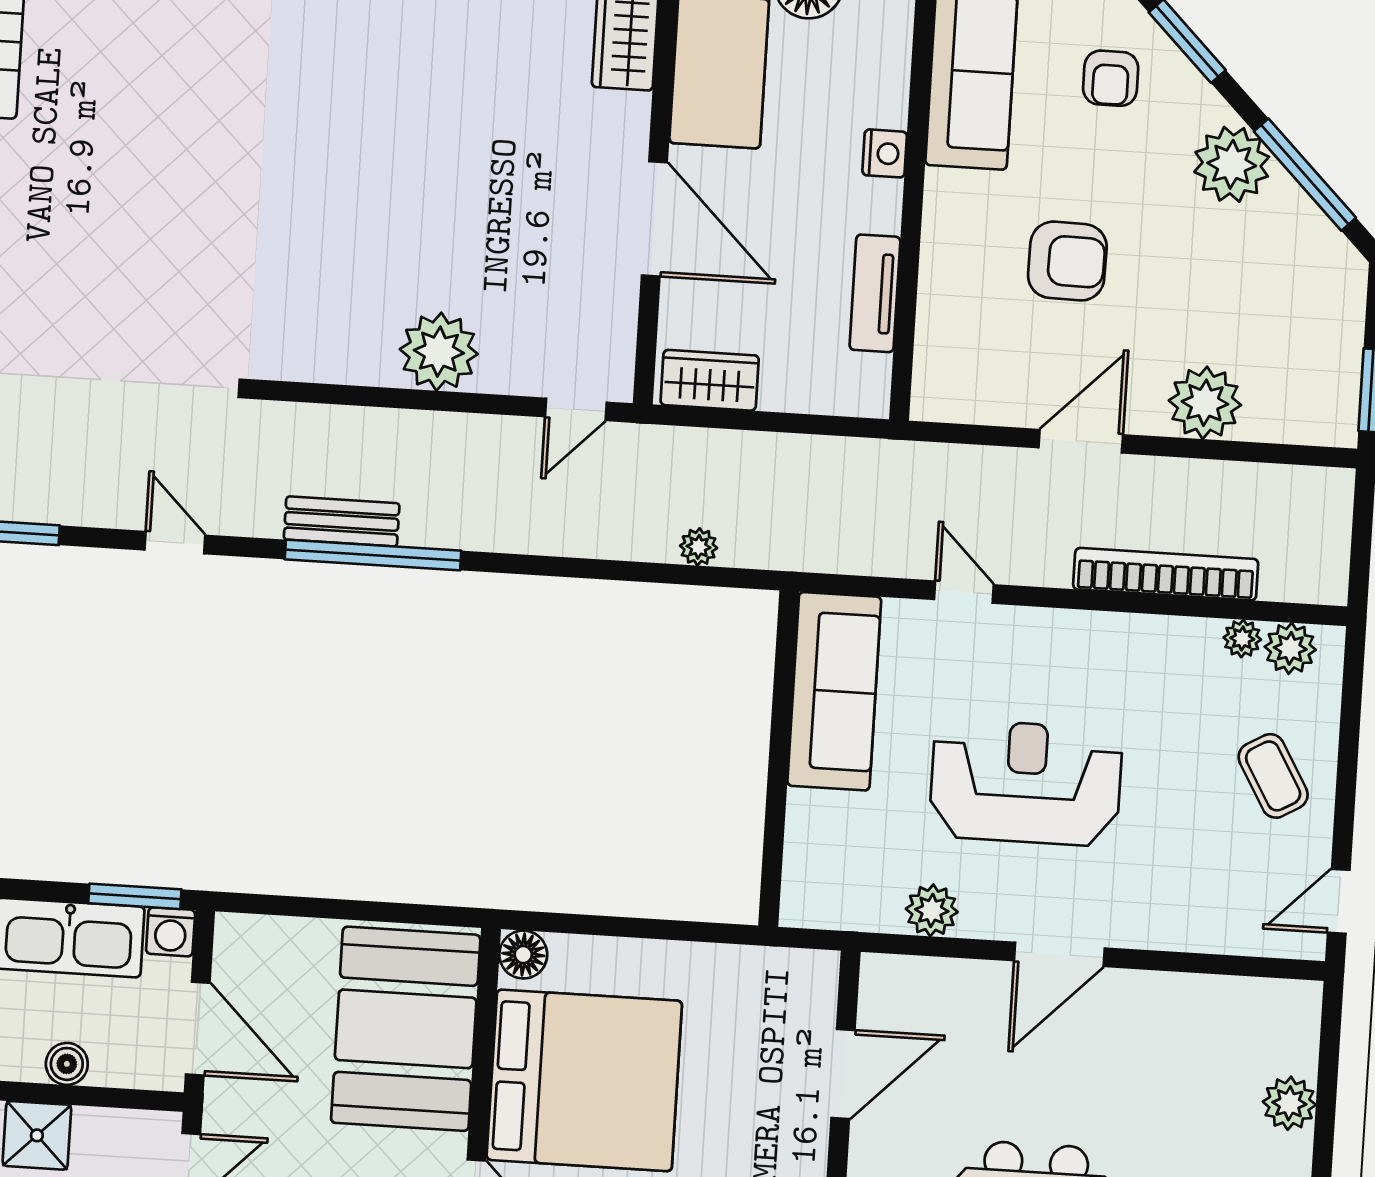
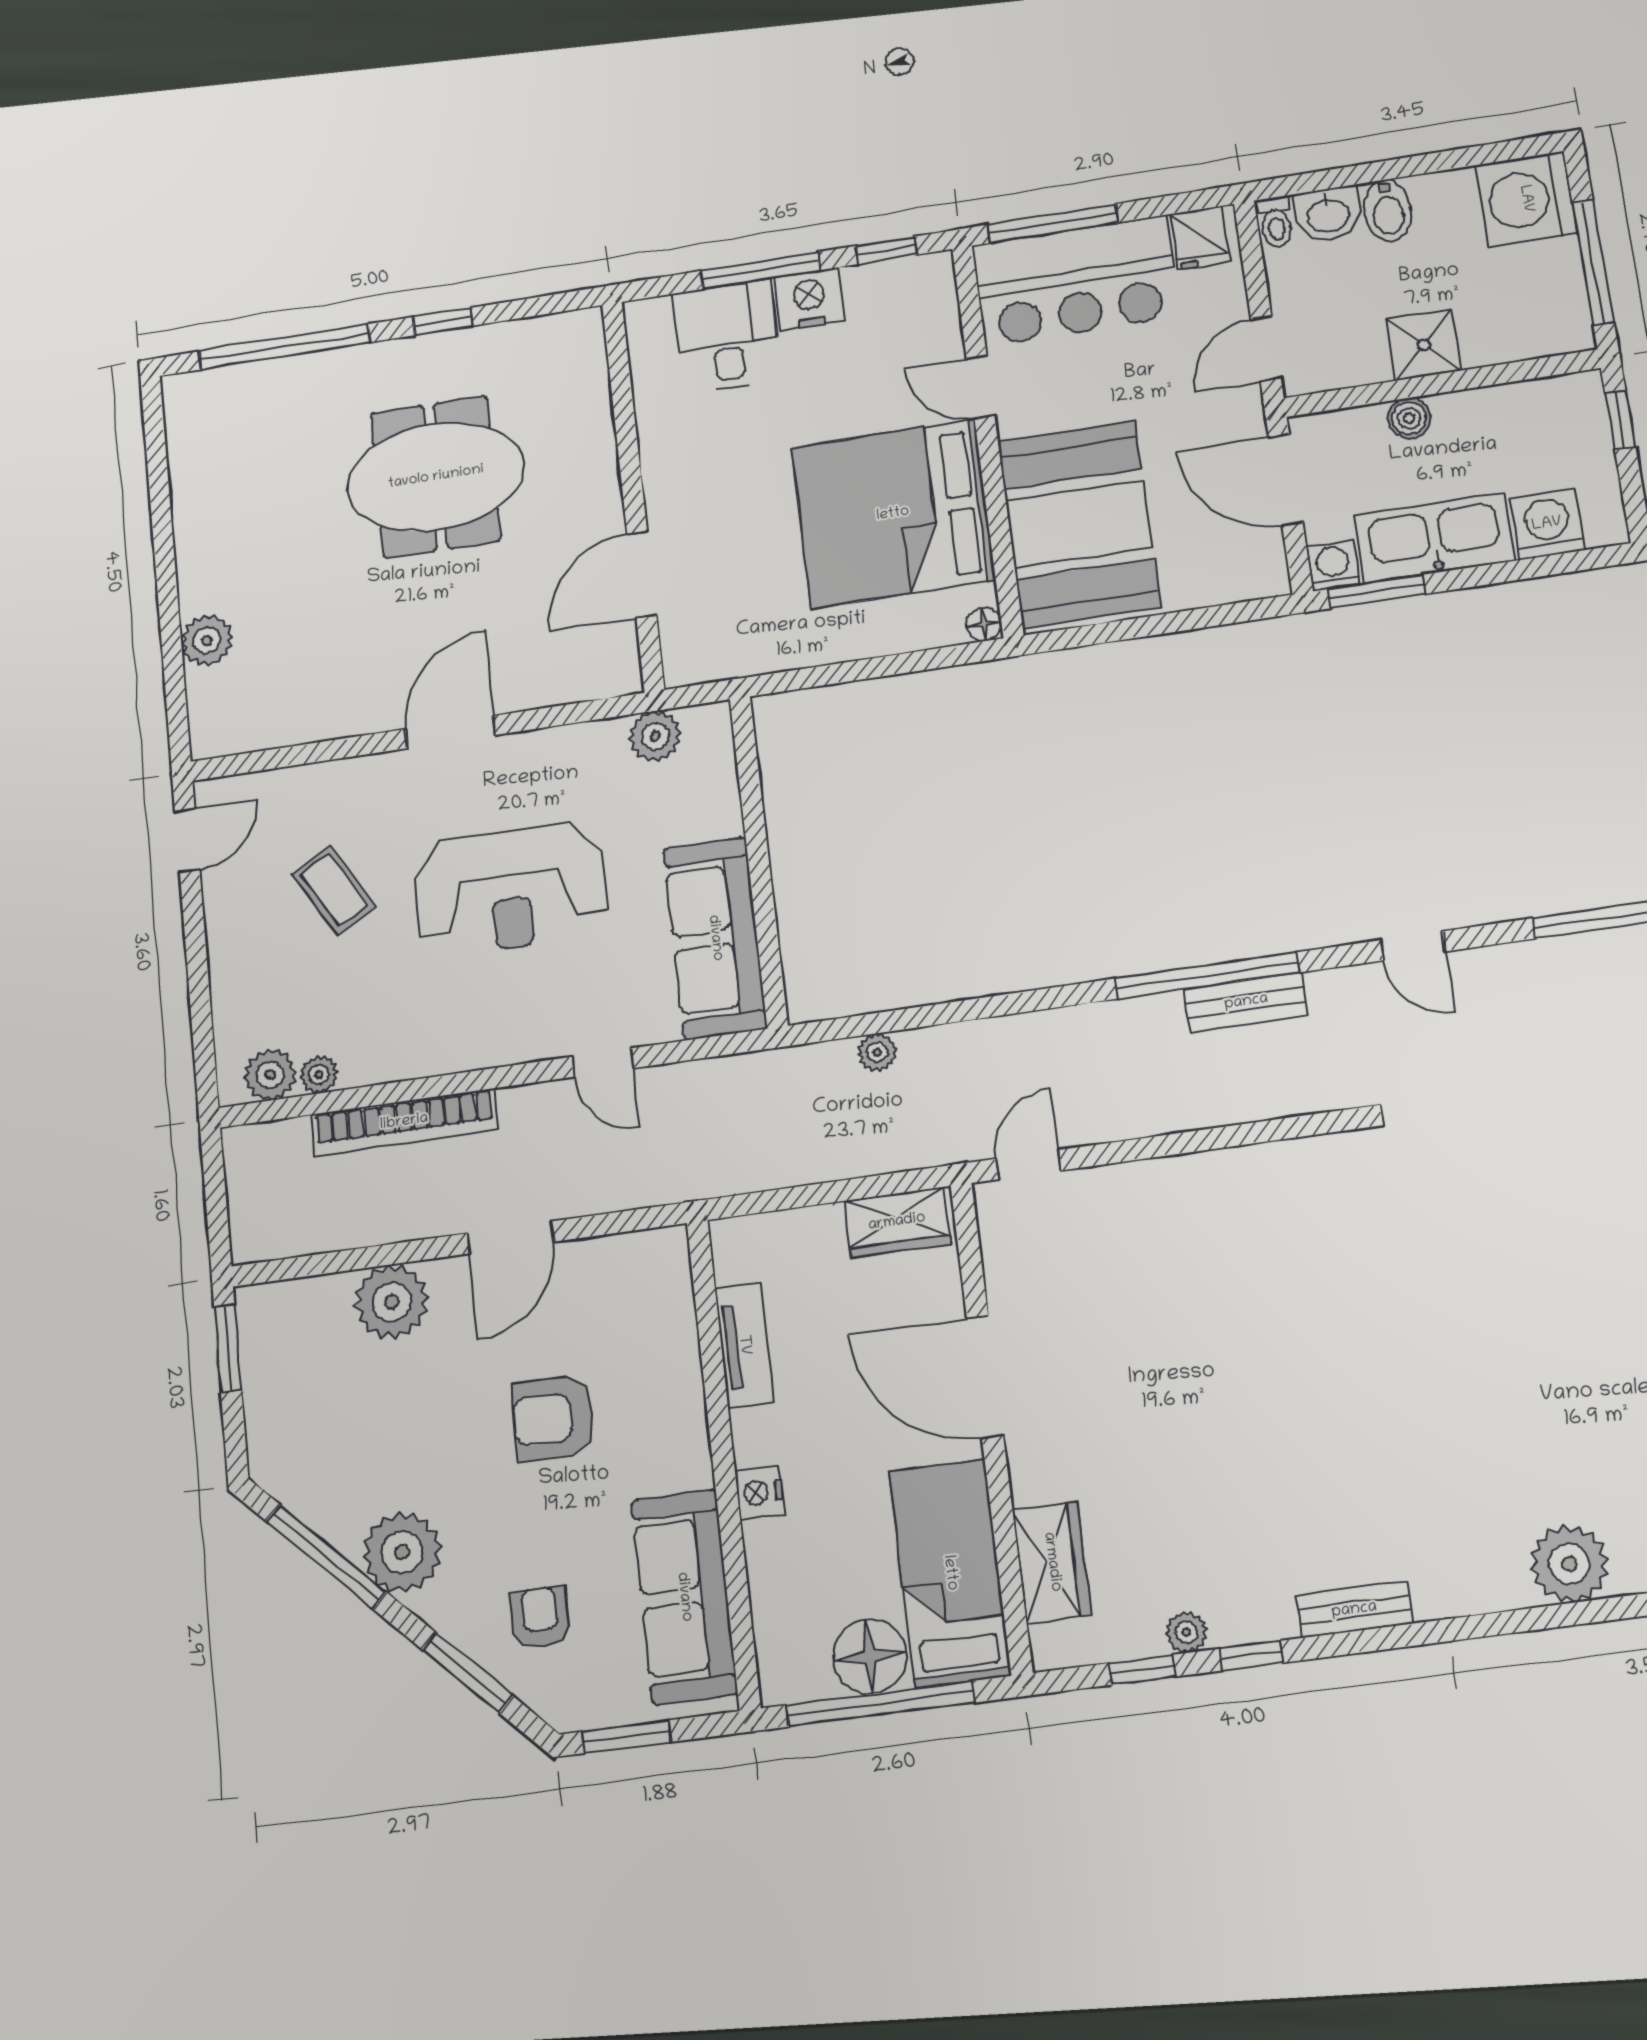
plant: (439, 352) -> (1181, 1195), removed
coffee table: (1273, 776) -> (334, 890), moved
plant: (932, 910) -> (655, 736), moved
floor lamp: (523, 955) -> (984, 624), width x0.73, depth x0.73

